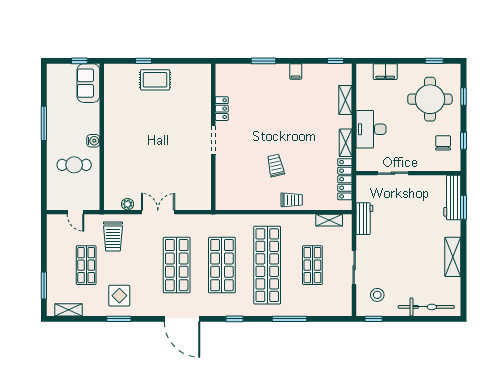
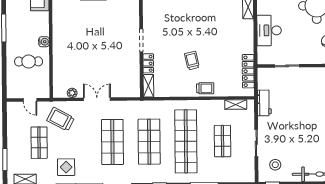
locker: (222, 109) -> (148, 63), moved
shelving: (346, 143) -> (148, 86), moved
trolley: (113, 236) -> (61, 119), turned 118

